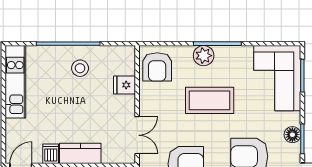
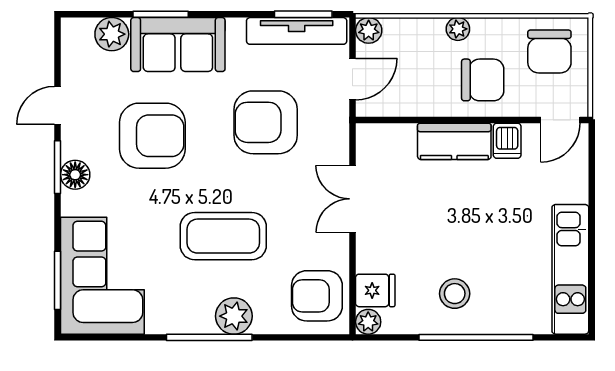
plant: (128, 52) -> (368, 322), added
armchair: (157, 67) -> (317, 296), turned -90
fridge: (124, 85) -> (375, 290), moved
double door: (137, 135) -> (353, 199), moved

